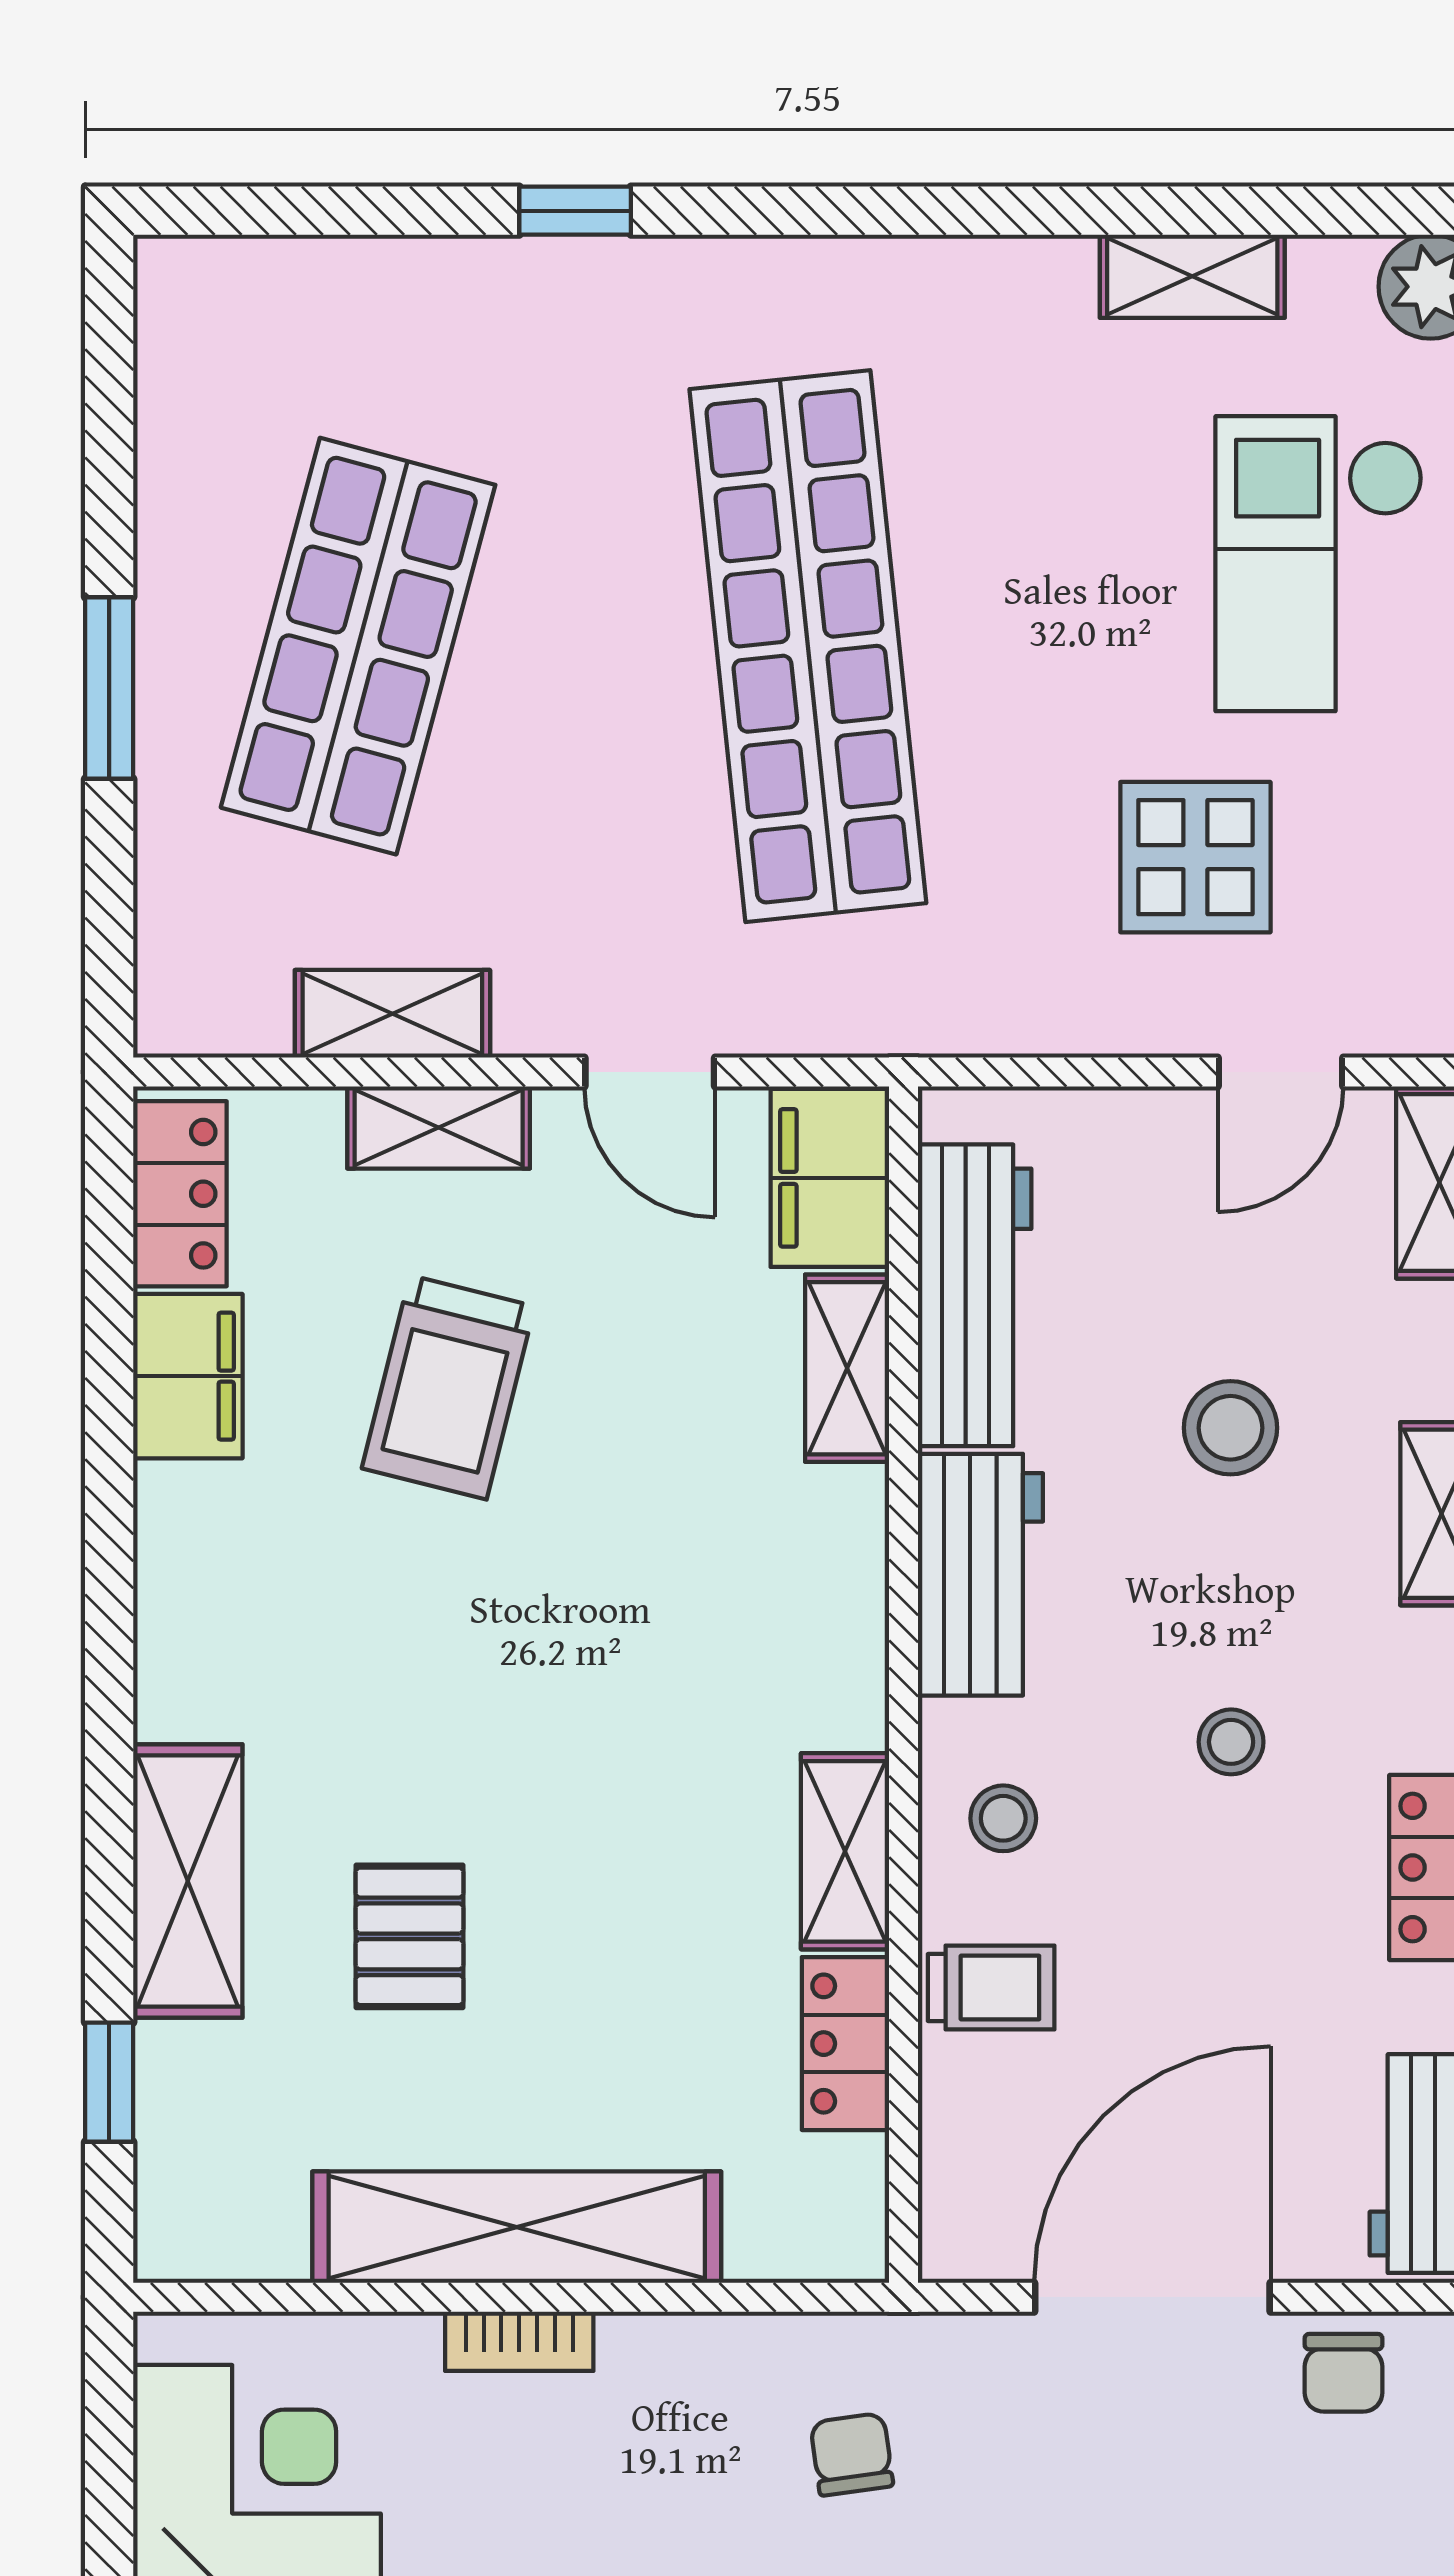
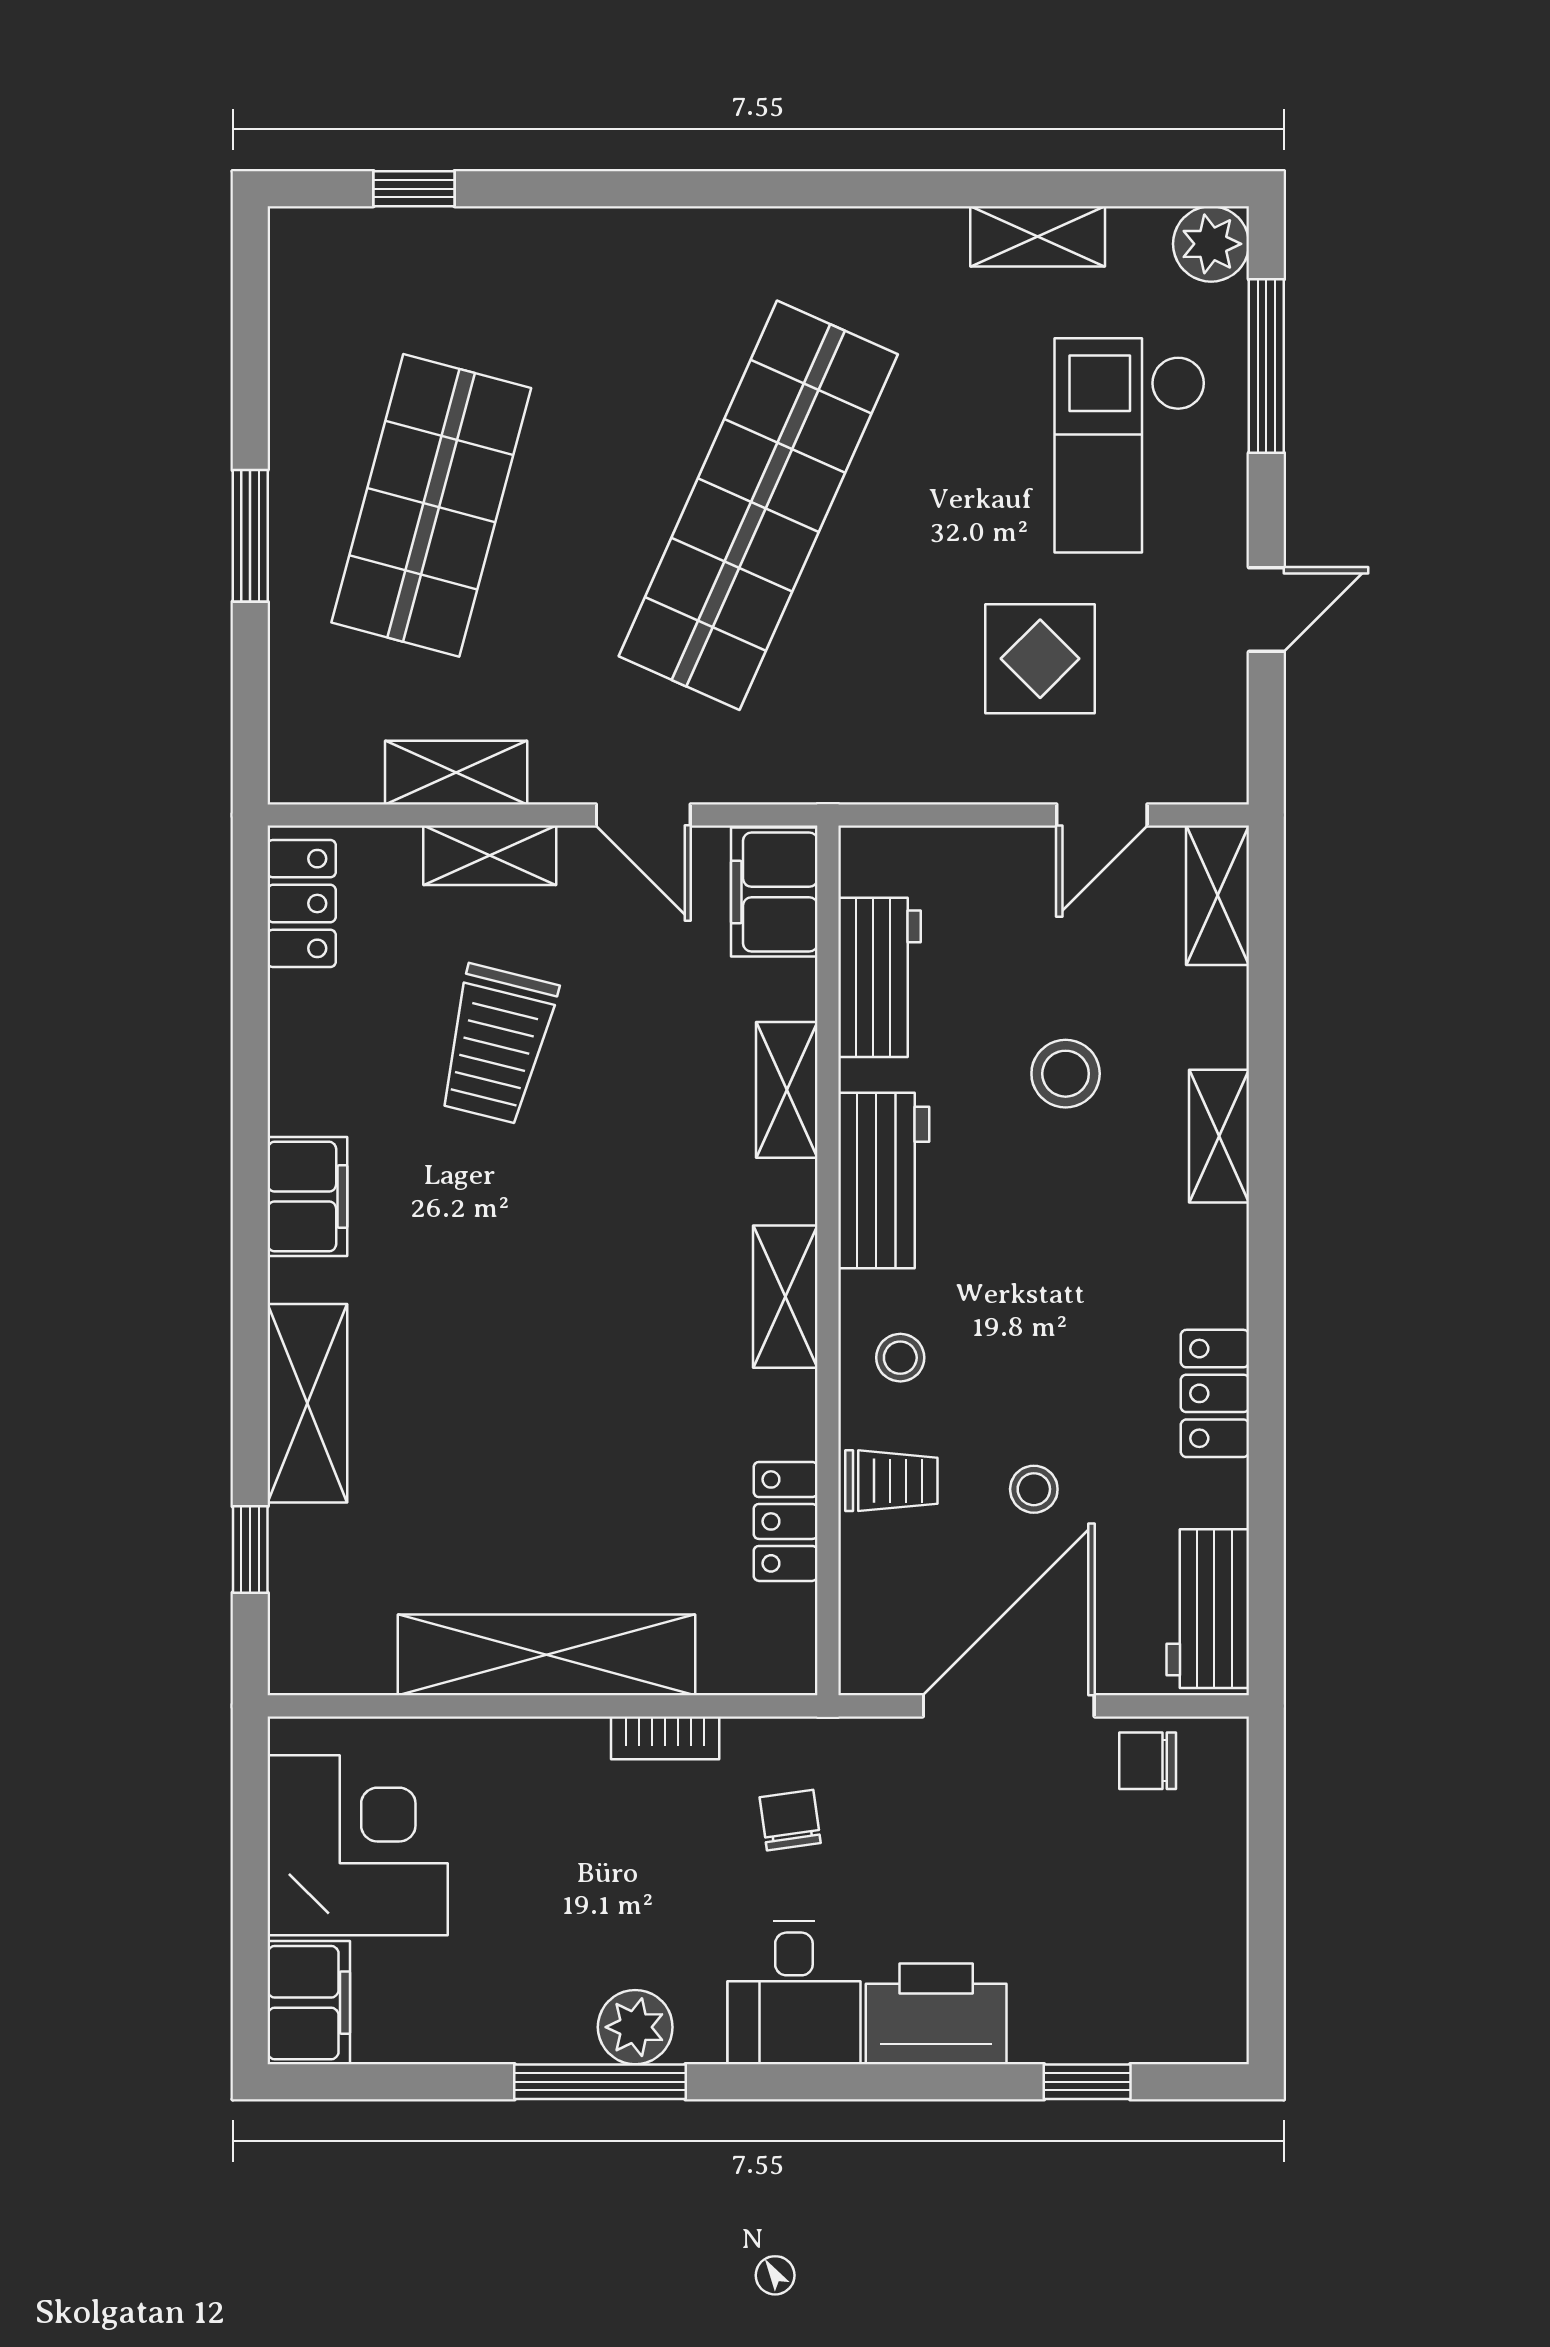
window: (575, 211) -> (414, 189), moved
shop shelf: (808, 646) -> (758, 505), turned 30
workbench: (975, 1295) -> (879, 977), width x0.73
shelving: (847, 1368) -> (787, 1090), moved
filing cabinet: (188, 1376) -> (307, 1197), moved
stool: (1231, 1742) -> (1034, 1489), moved
shelving: (845, 1851) -> (785, 1297), moved
pallet: (410, 1936) -> (469, 1443), removed
bookcase: (519, 2341) -> (665, 1738), moved
chair: (1343, 2373) -> (1148, 1761), turned 90

